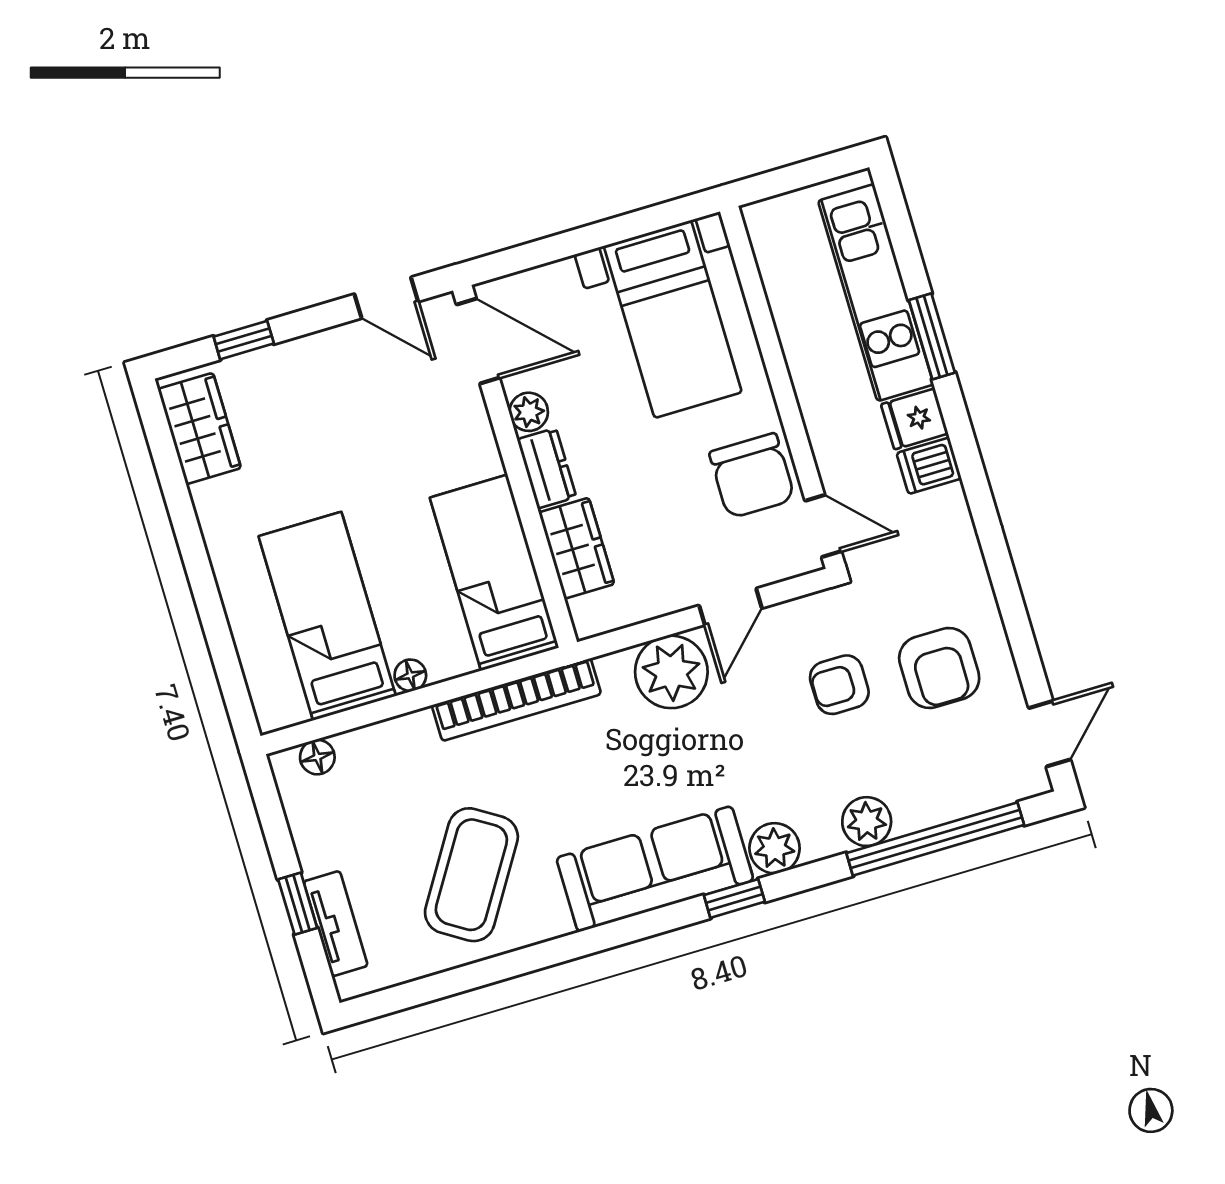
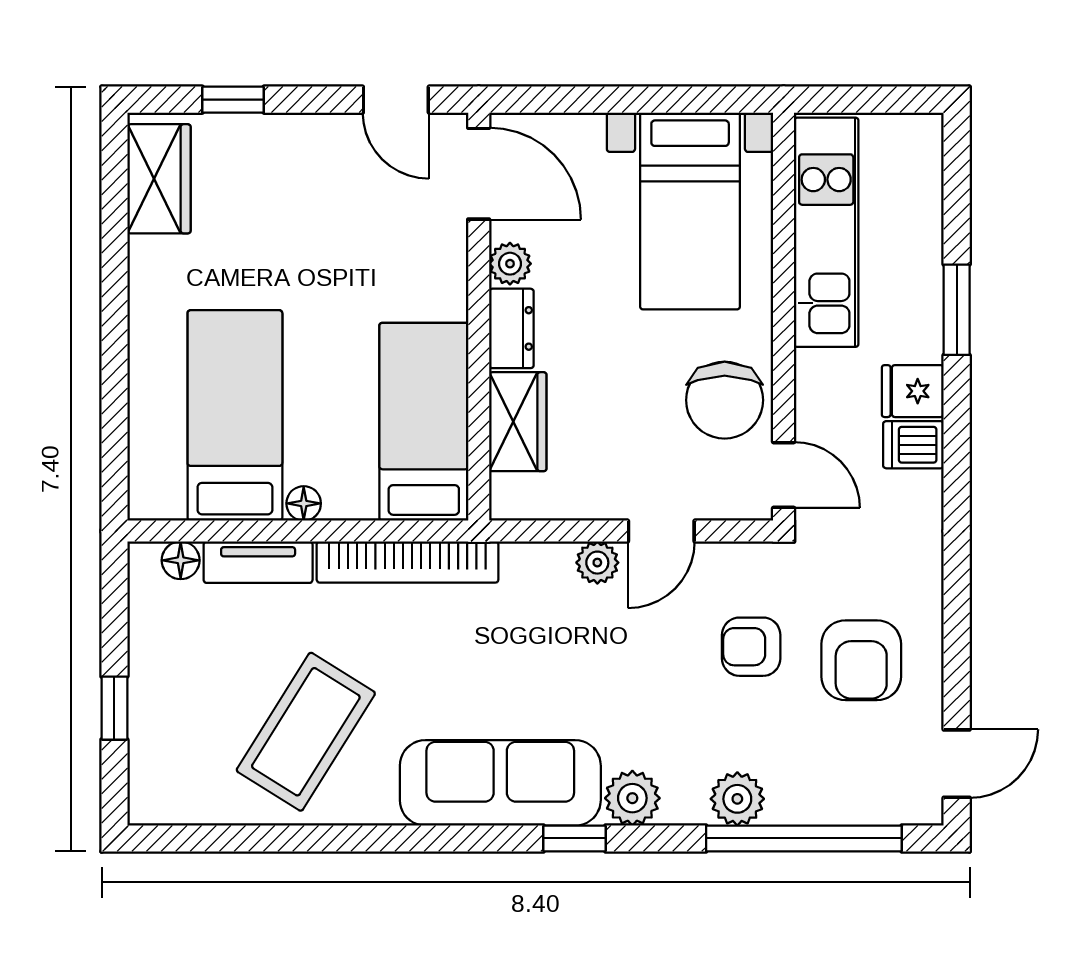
kitchen unit: (876, 293) -> (826, 232), moved, turned 180
plant: (671, 672) -> (597, 563), width x0.53, depth x0.53
tv unit: (336, 924) -> (258, 562), moved, turned 90

